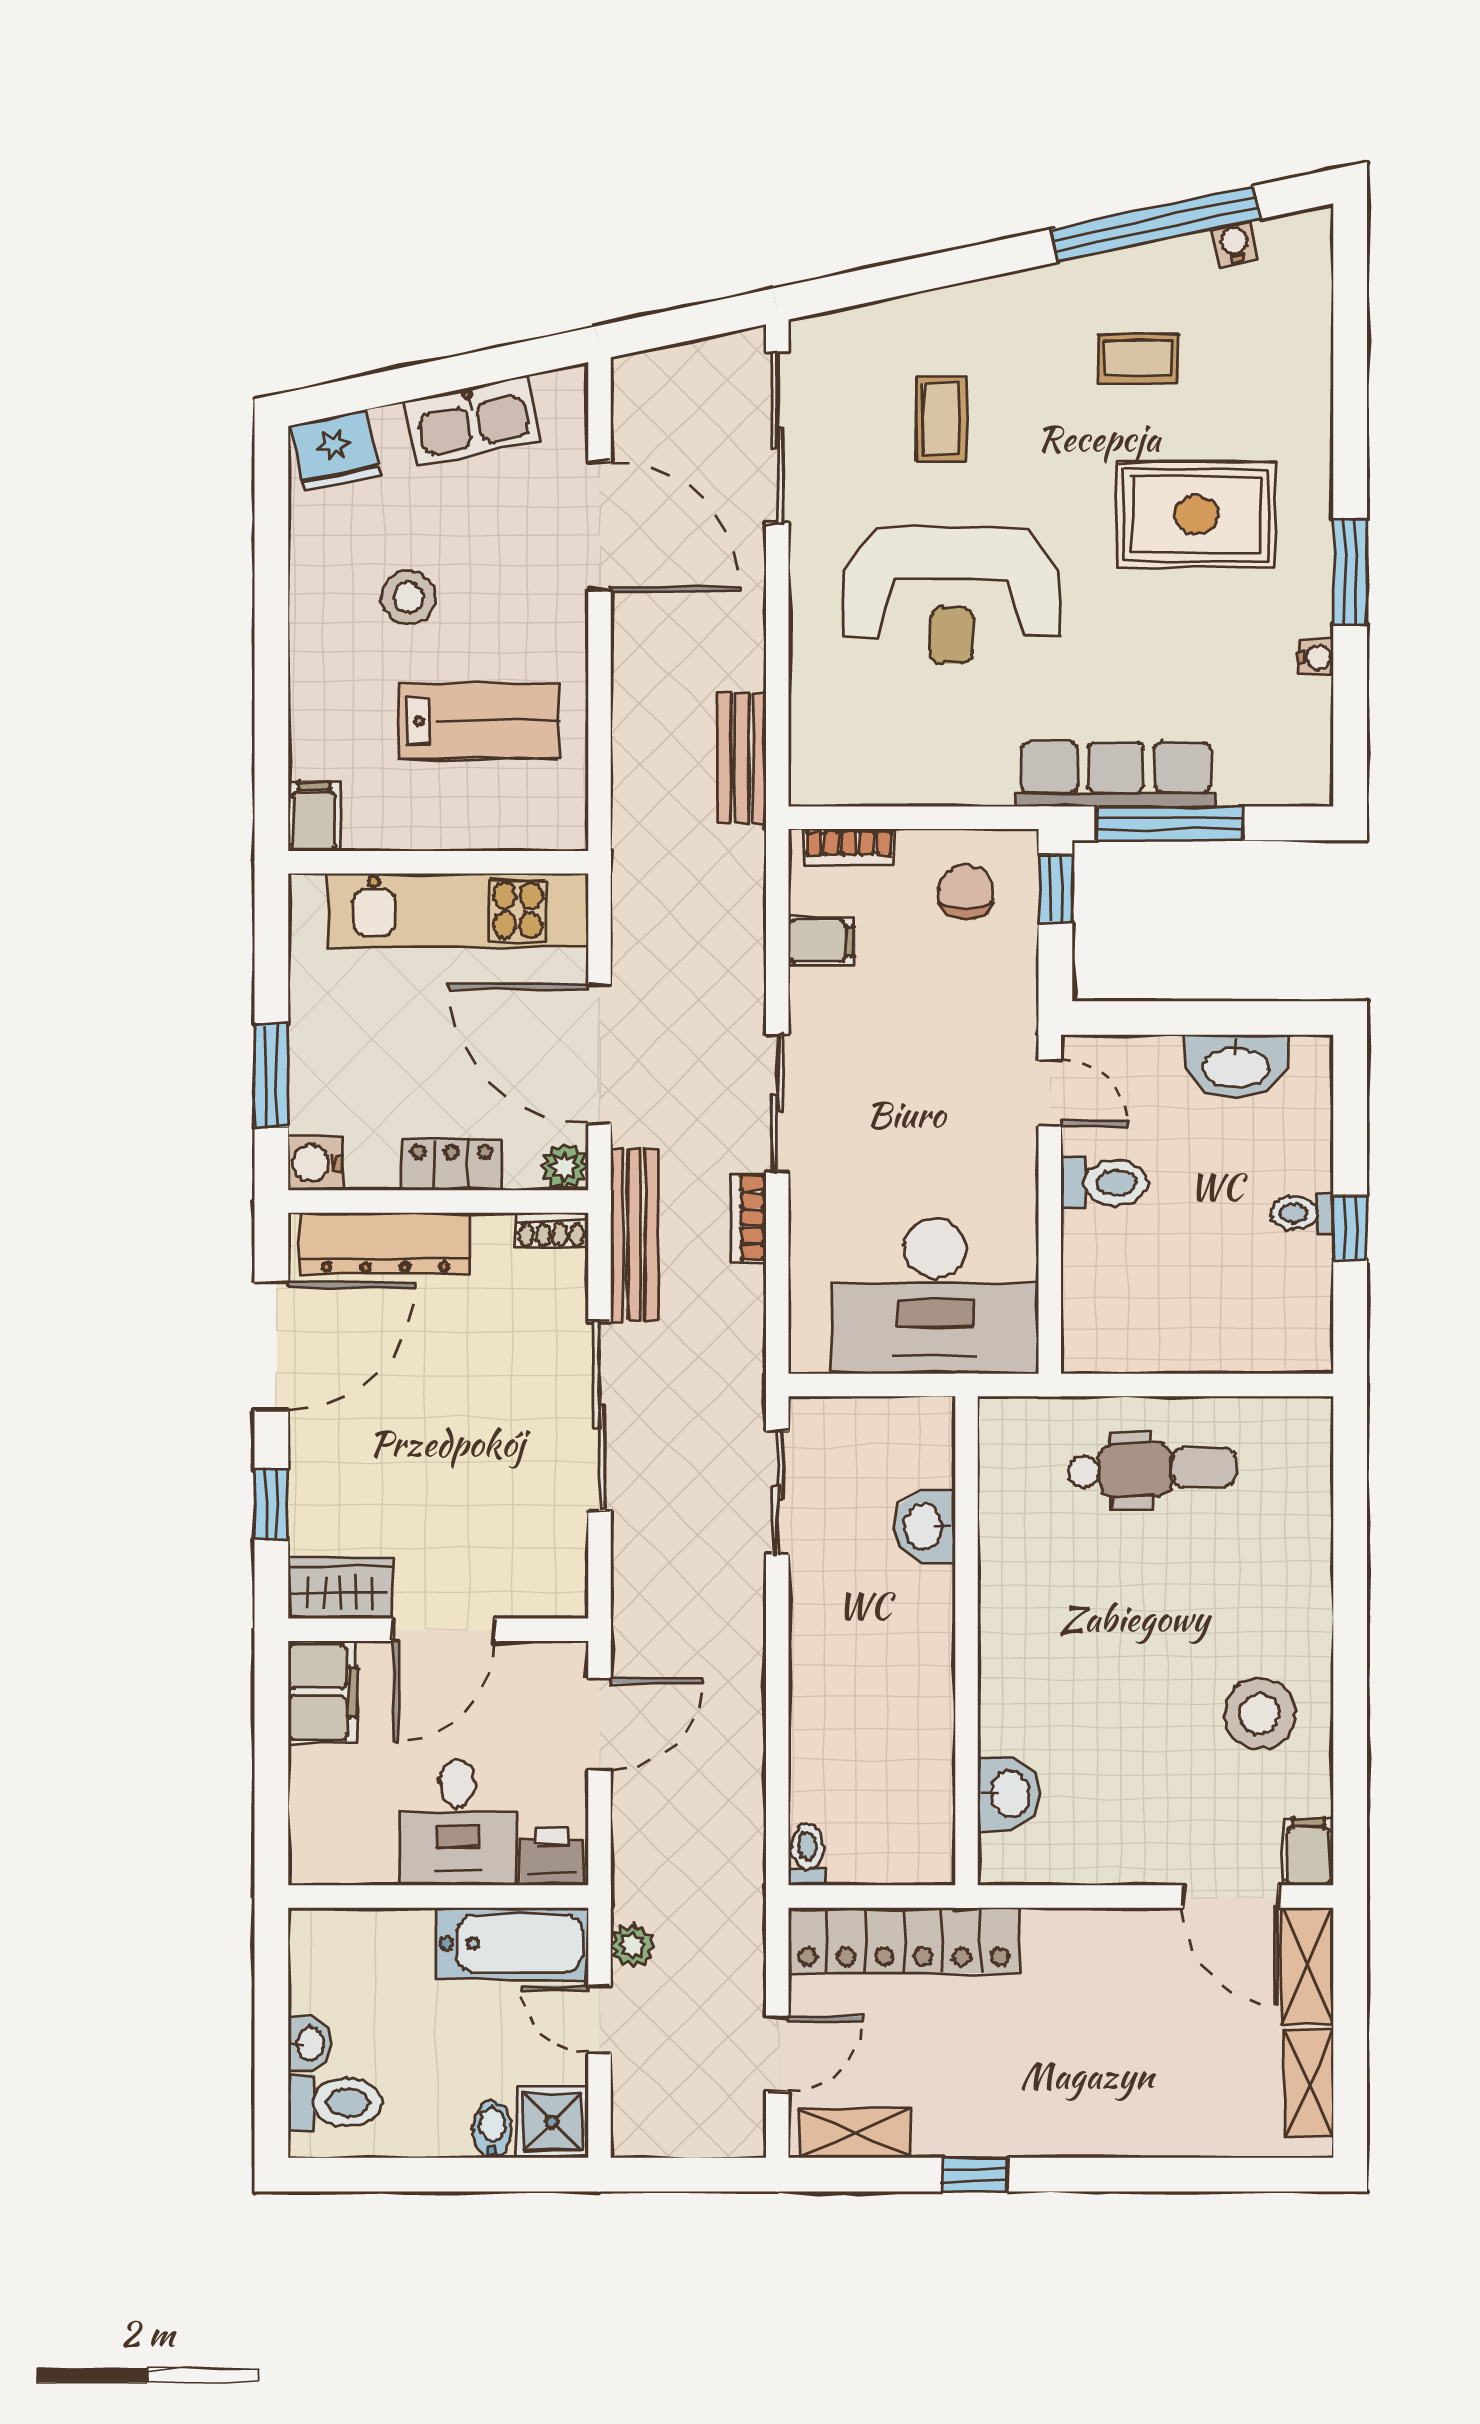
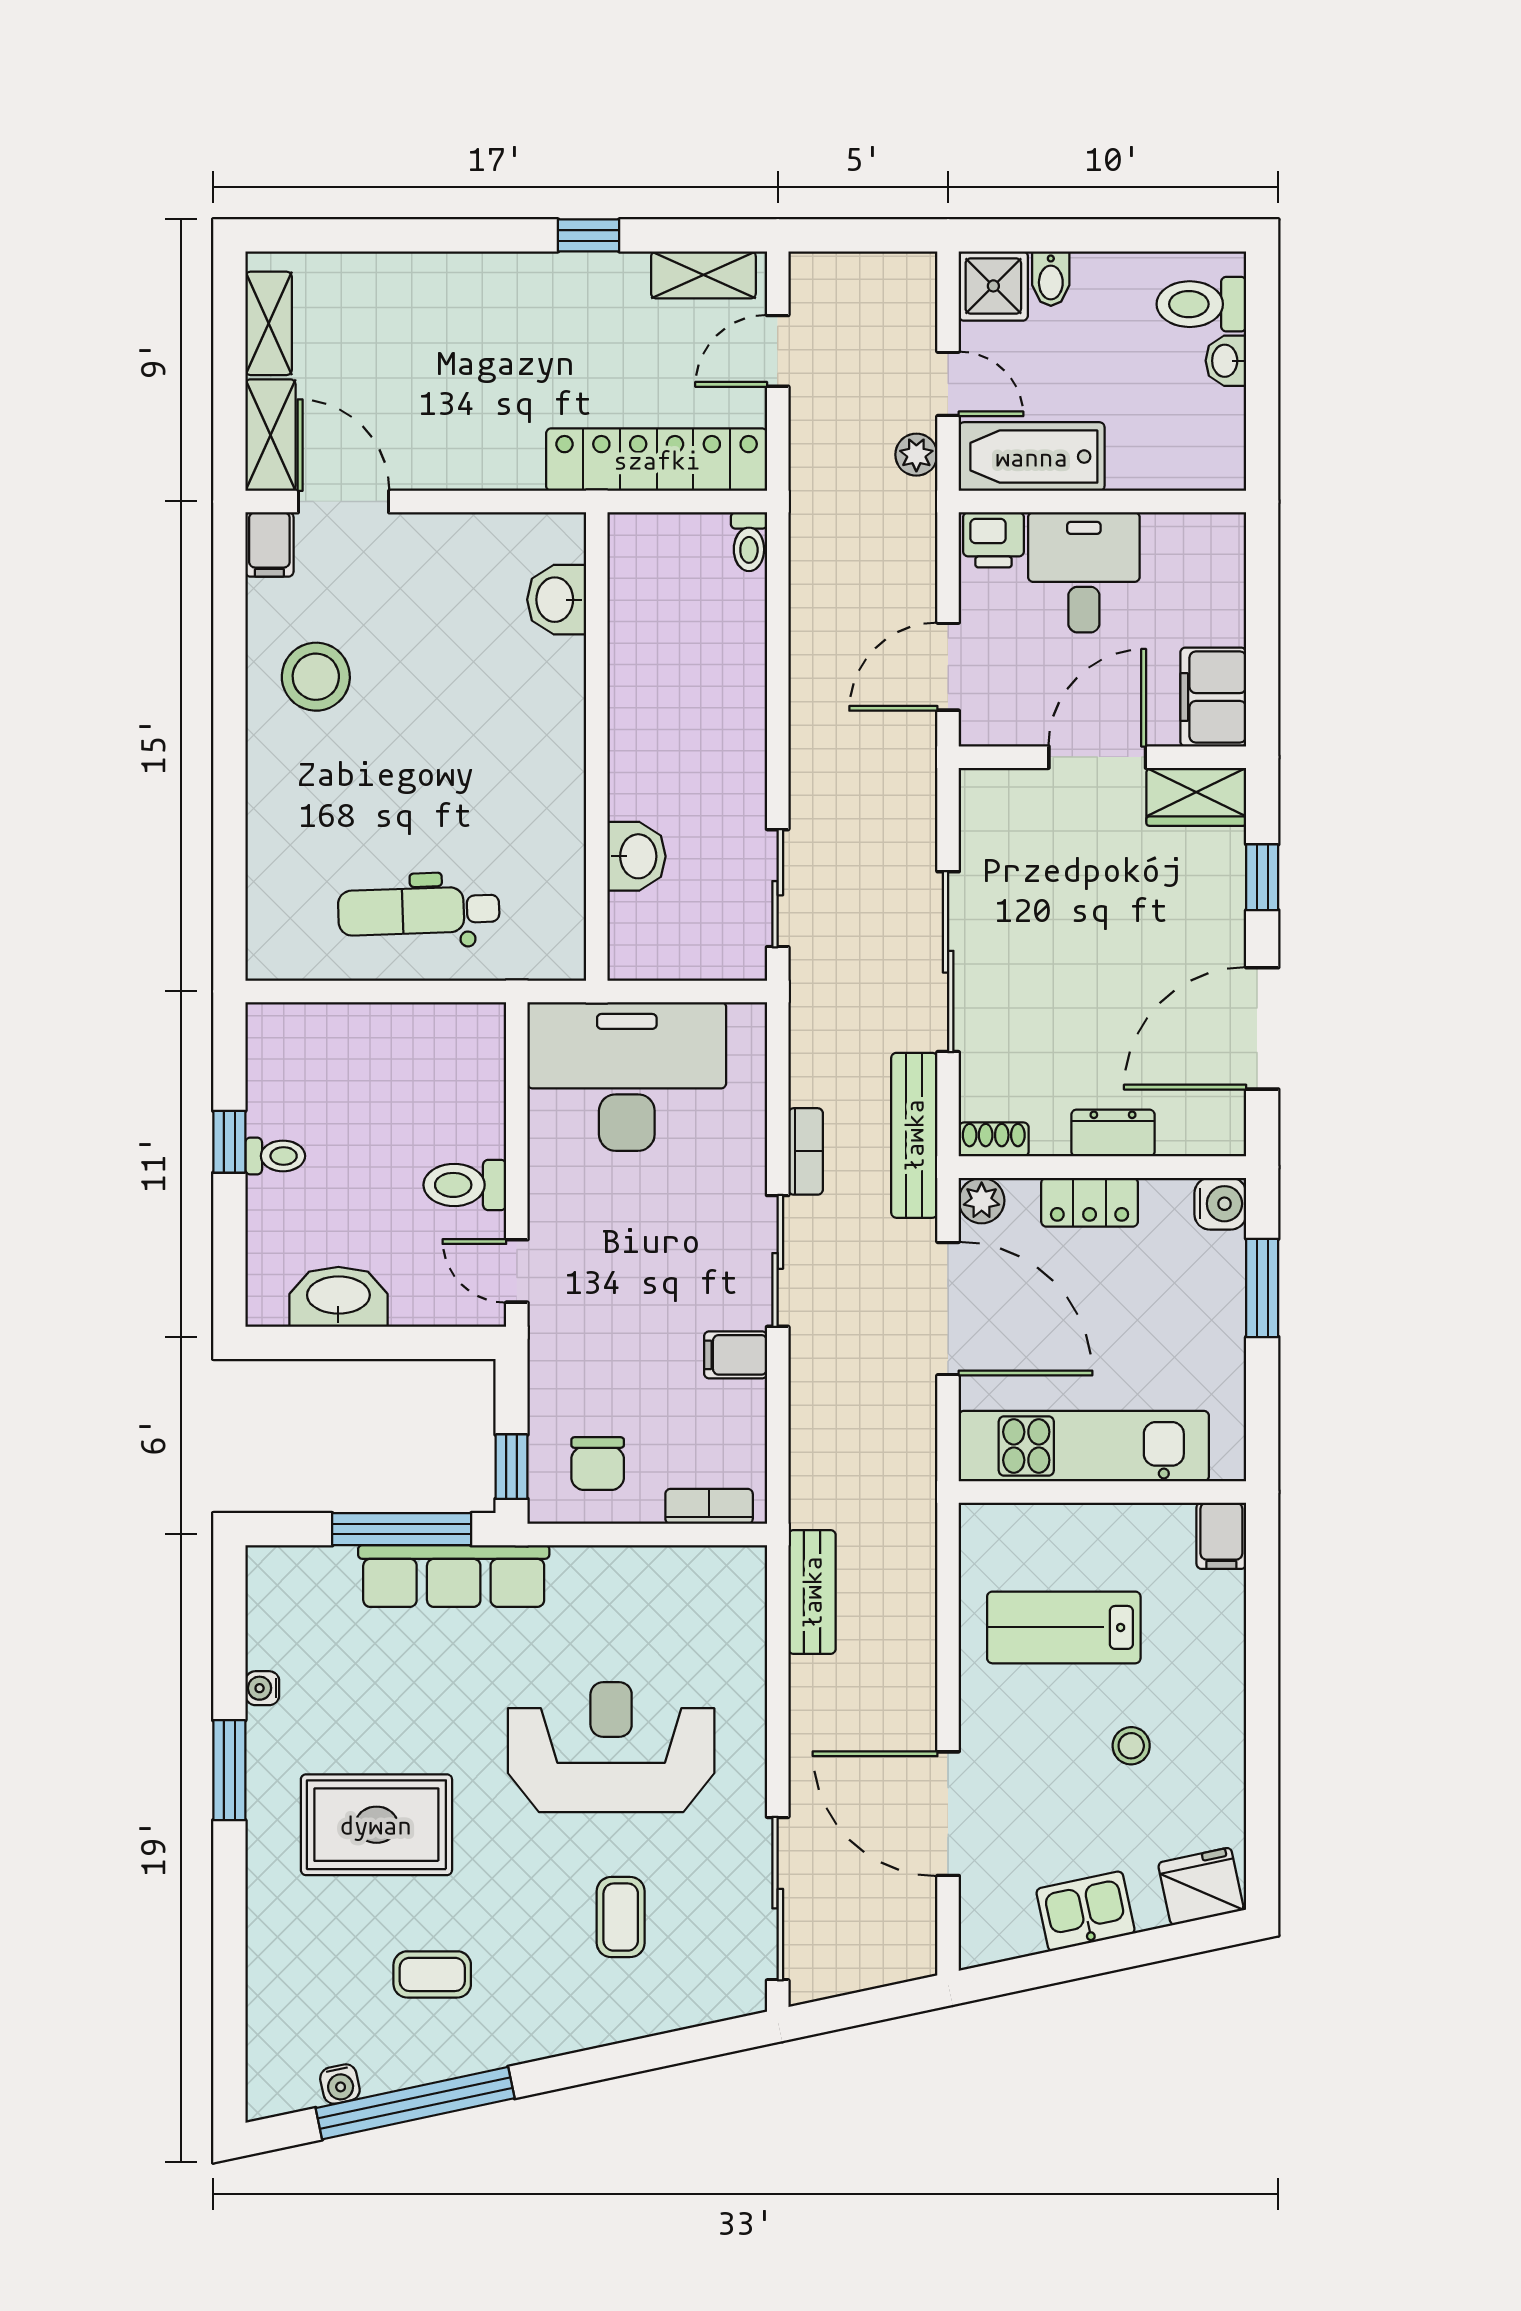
kitchen sink: (473, 421) -> (1085, 1911), width x0.73
stool: (408, 597) -> (1131, 1746), width x0.73, depth x0.73
filing cabinet: (821, 941) -> (736, 1355), moved
dresser: (385, 1243) -> (1113, 1133), width x0.51, depth x0.80

